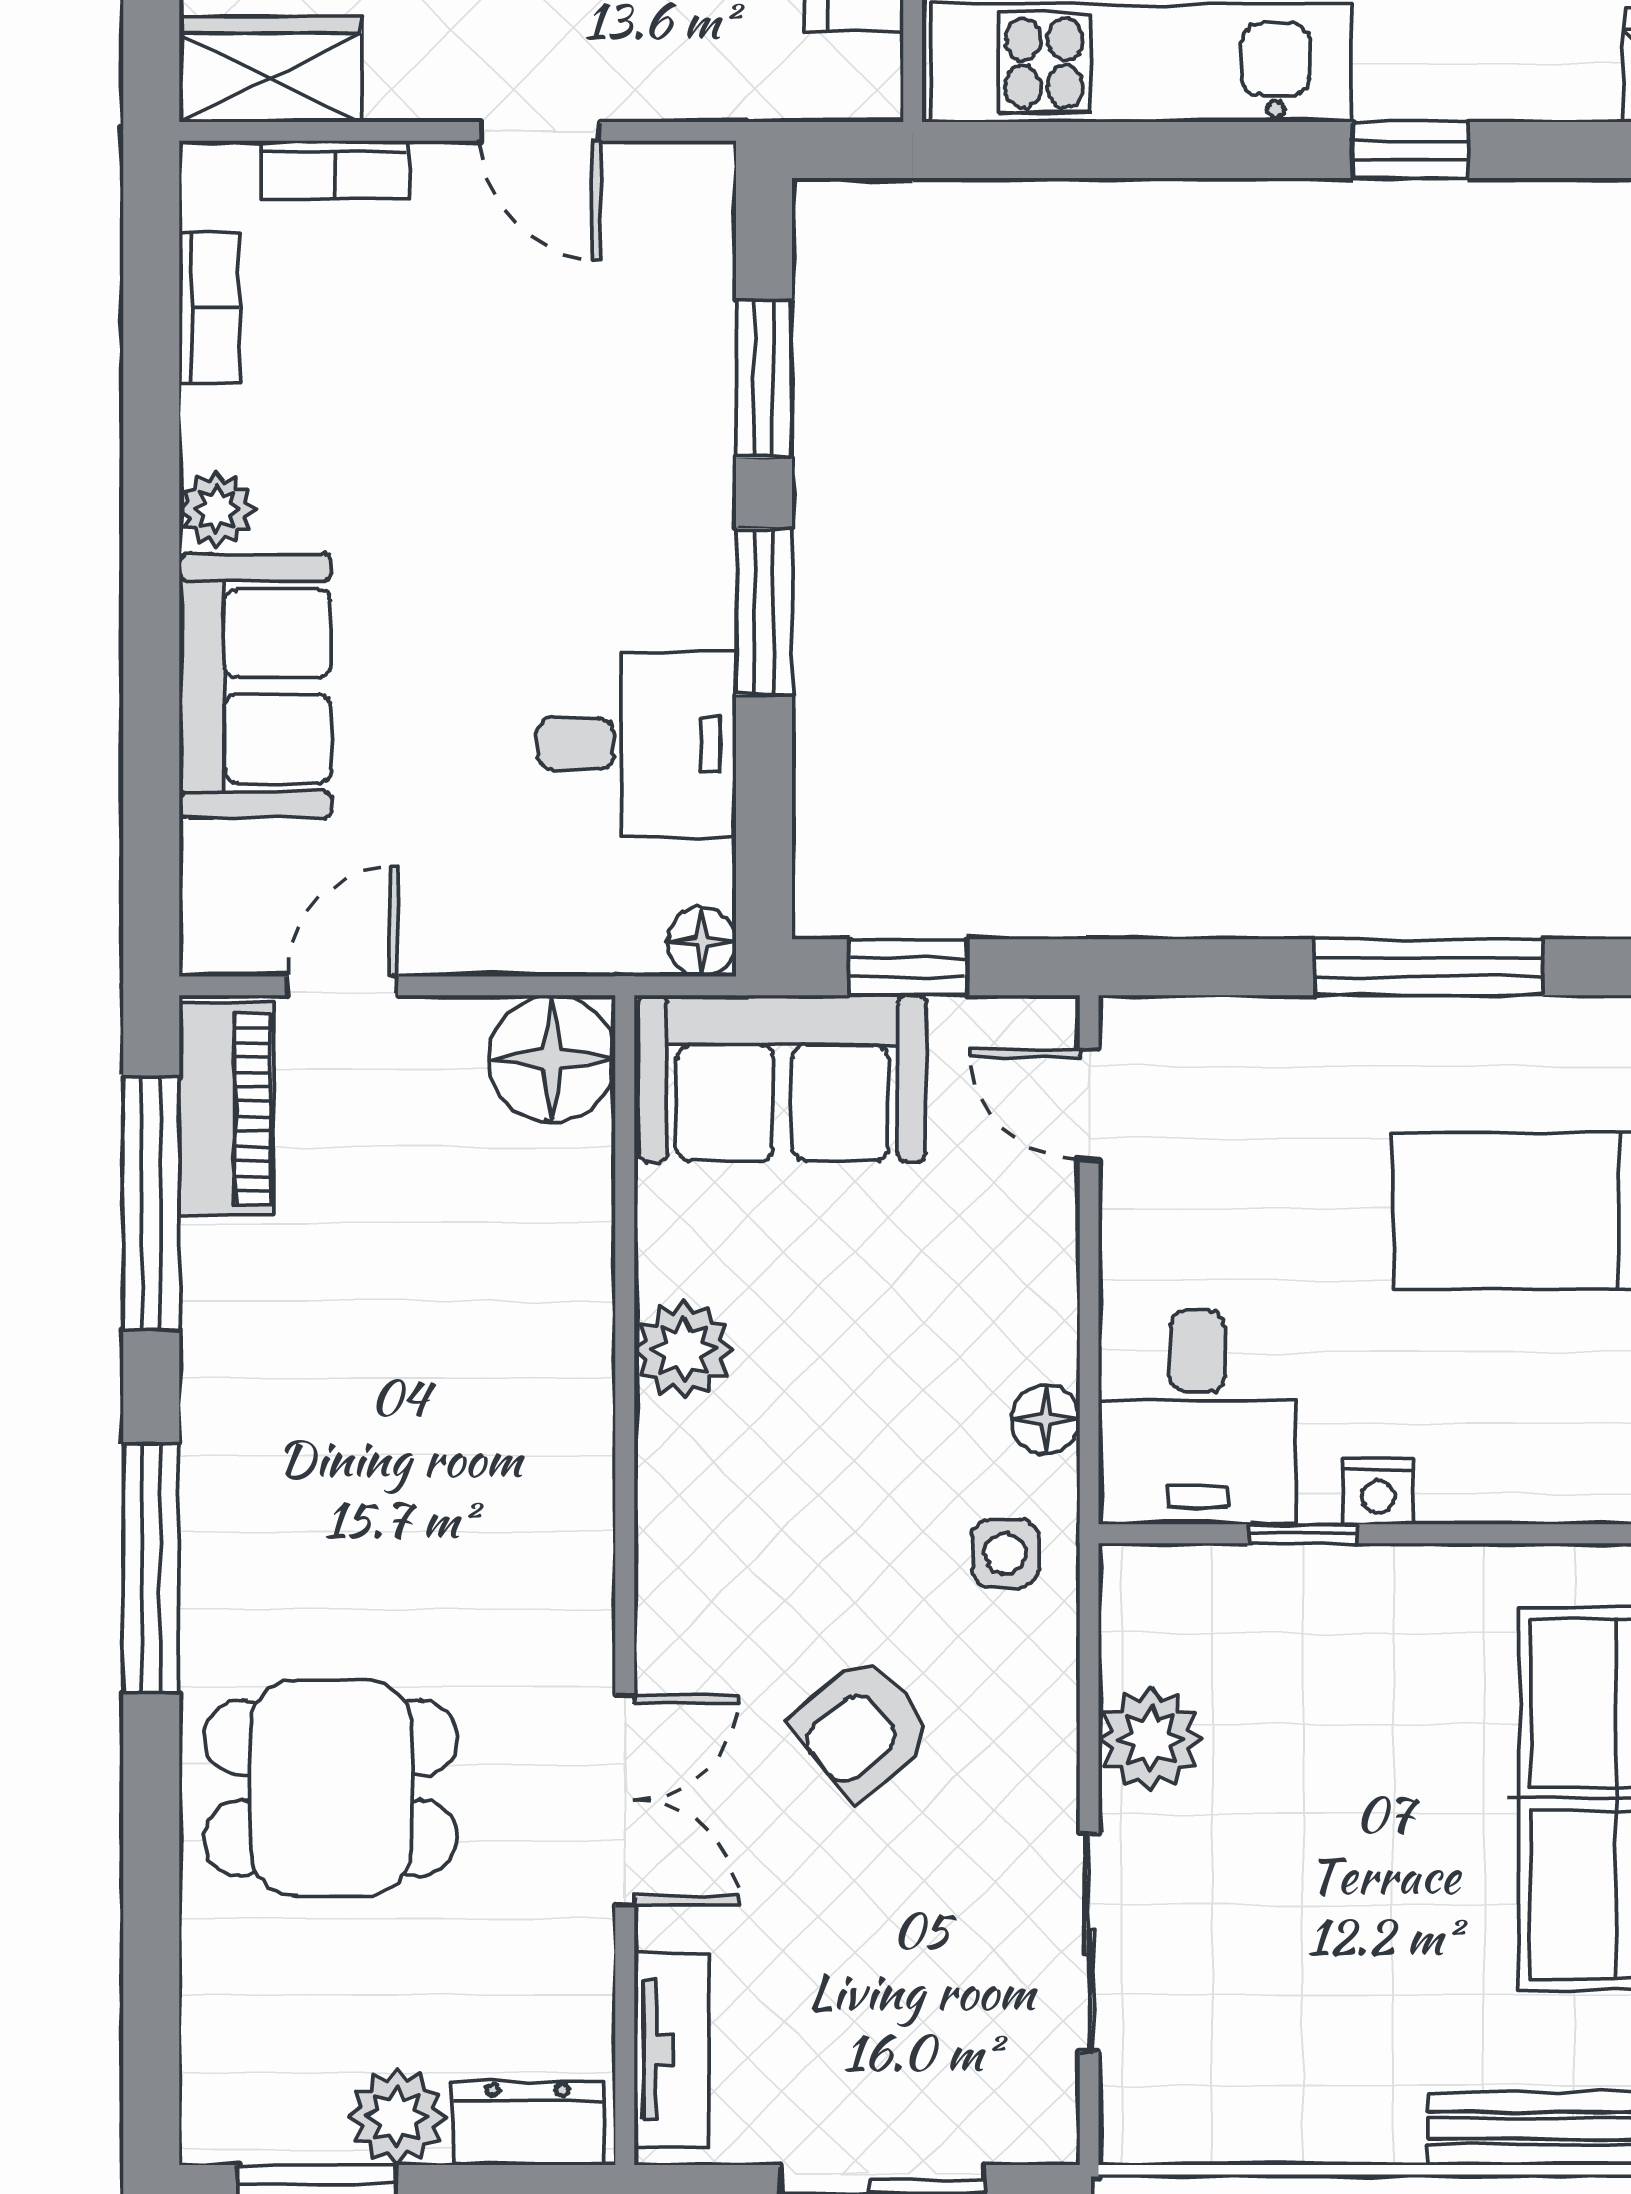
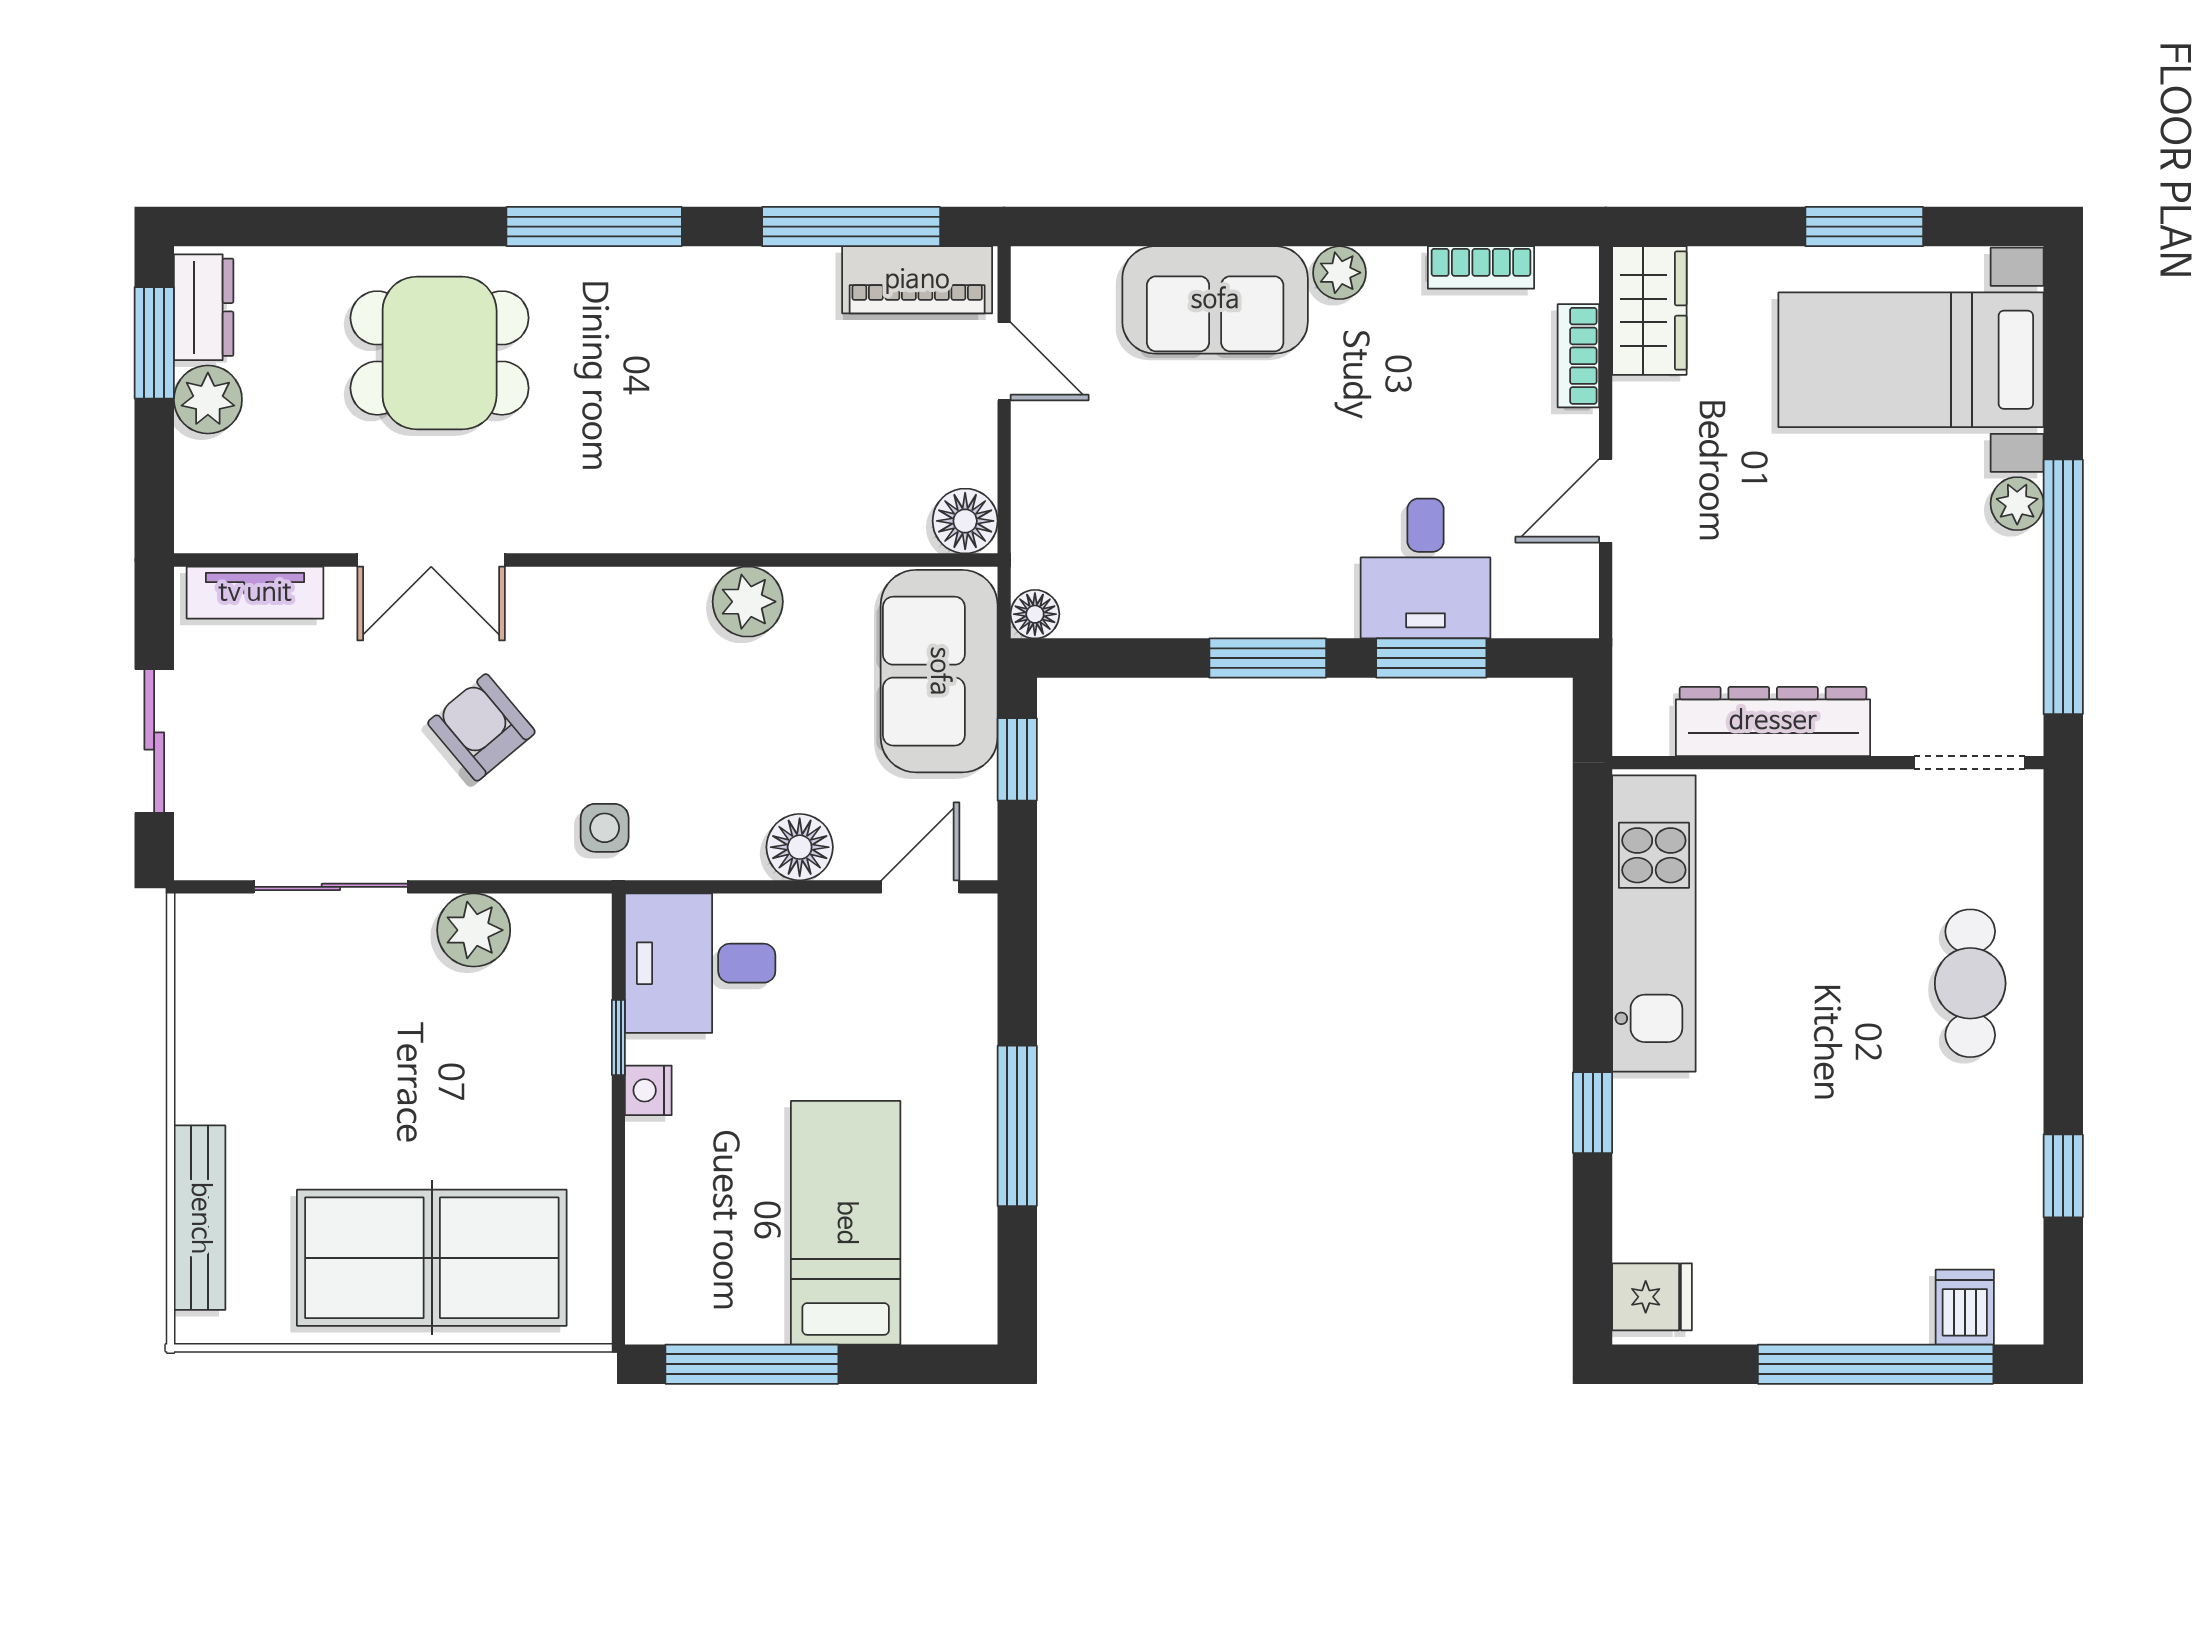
desk: (637, 744) -> (1426, 569), moved
floor lamp: (552, 1059) -> (965, 521), width x0.73, depth x0.73
floor lamp: (1045, 1419) -> (800, 847), moved, width x1.37, depth x1.37
dining table: (331, 1788) -> (440, 353), turned 90
dresser: (528, 2123) -> (204, 307), moved

